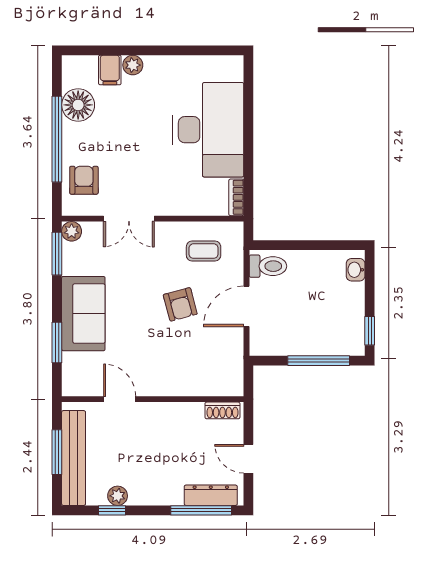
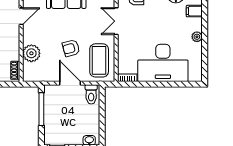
plant: (133, 65) -> (197, 37), moved
coffee table: (204, 251) -> (99, 60), width x1.86, depth x1.72
window: (319, 361) -> (41, 109), moved
plant: (190, 380) -> (31, 53), added

